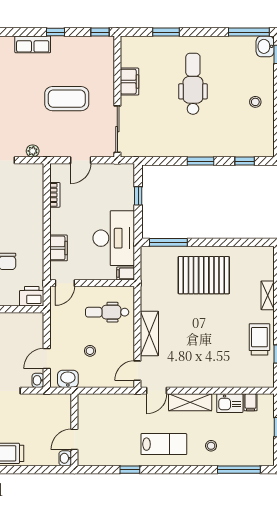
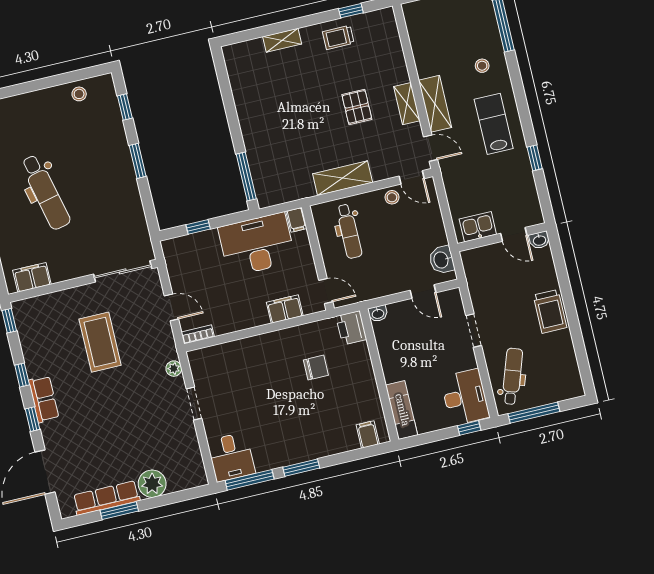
window: (19, 32) -> (32, 419), added
filing cabinet: (130, 82) -> (32, 277), moved
dental chair: (193, 84) -> (45, 192), turned -103
stool: (255, 102) -> (79, 94), moved
bookcase: (55, 195) -> (198, 334), moved
pallet: (204, 275) -> (357, 107), moved, width x0.49, depth x0.50
shelving: (149, 333) -> (343, 178), moved
trolley: (259, 339) -> (338, 37), width x0.73, depth x0.72
stool: (90, 351) -> (392, 197), moved
washbasin: (38, 380) -> (378, 314), moved
shelving: (195, 380) -> (407, 104), added
filing cabinet: (251, 402) -> (418, 30), removed
kitchen sink: (230, 403) -> (478, 227), moved, turned -90

